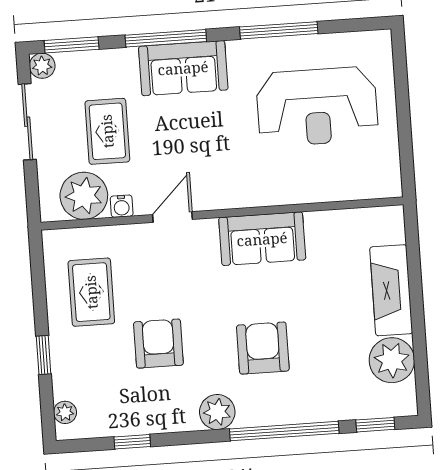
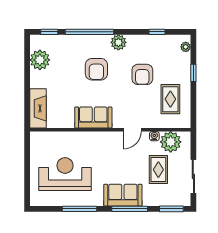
plant: (42, 66) -> (185, 201), removed
fireplace: (391, 290) -> (38, 108), moved

